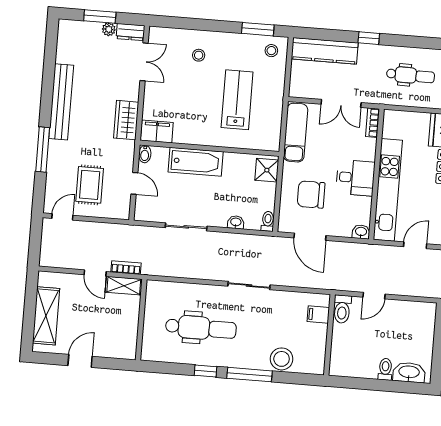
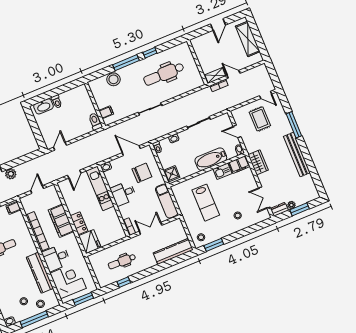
window: (369, 38) -> (124, 282), moved
kitchen sink: (187, 134) -> (222, 171), added
kitchen unit: (388, 190) -> (100, 188), width x0.73
door: (62, 217) -> (266, 95), hinge flipped
door: (374, 296) -> (60, 146), moved

